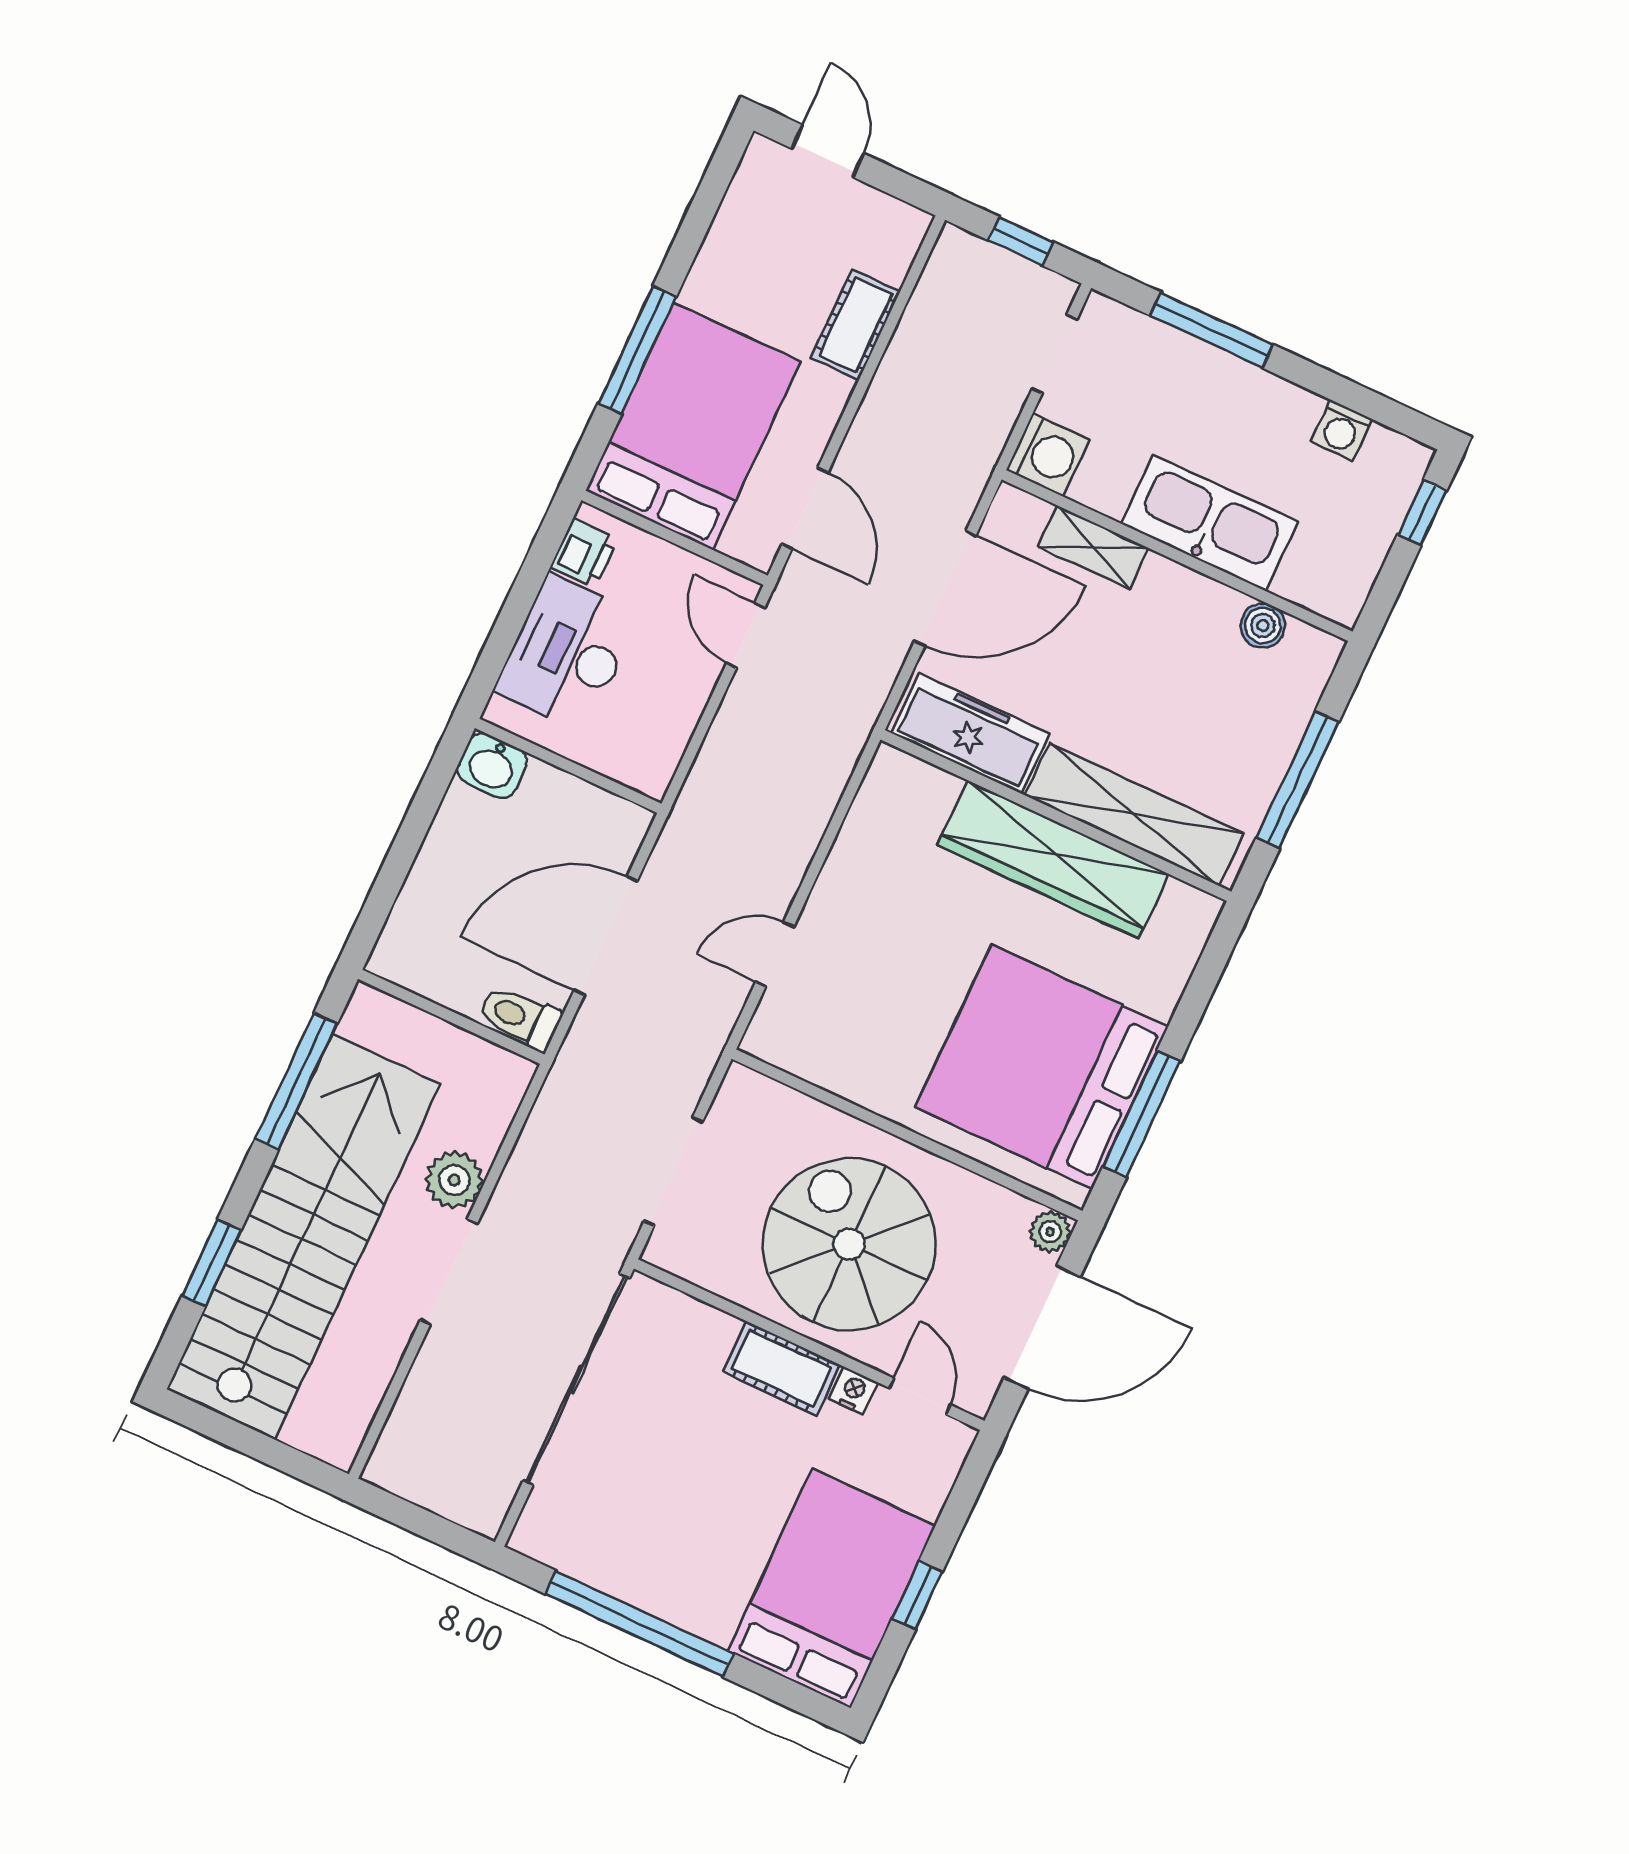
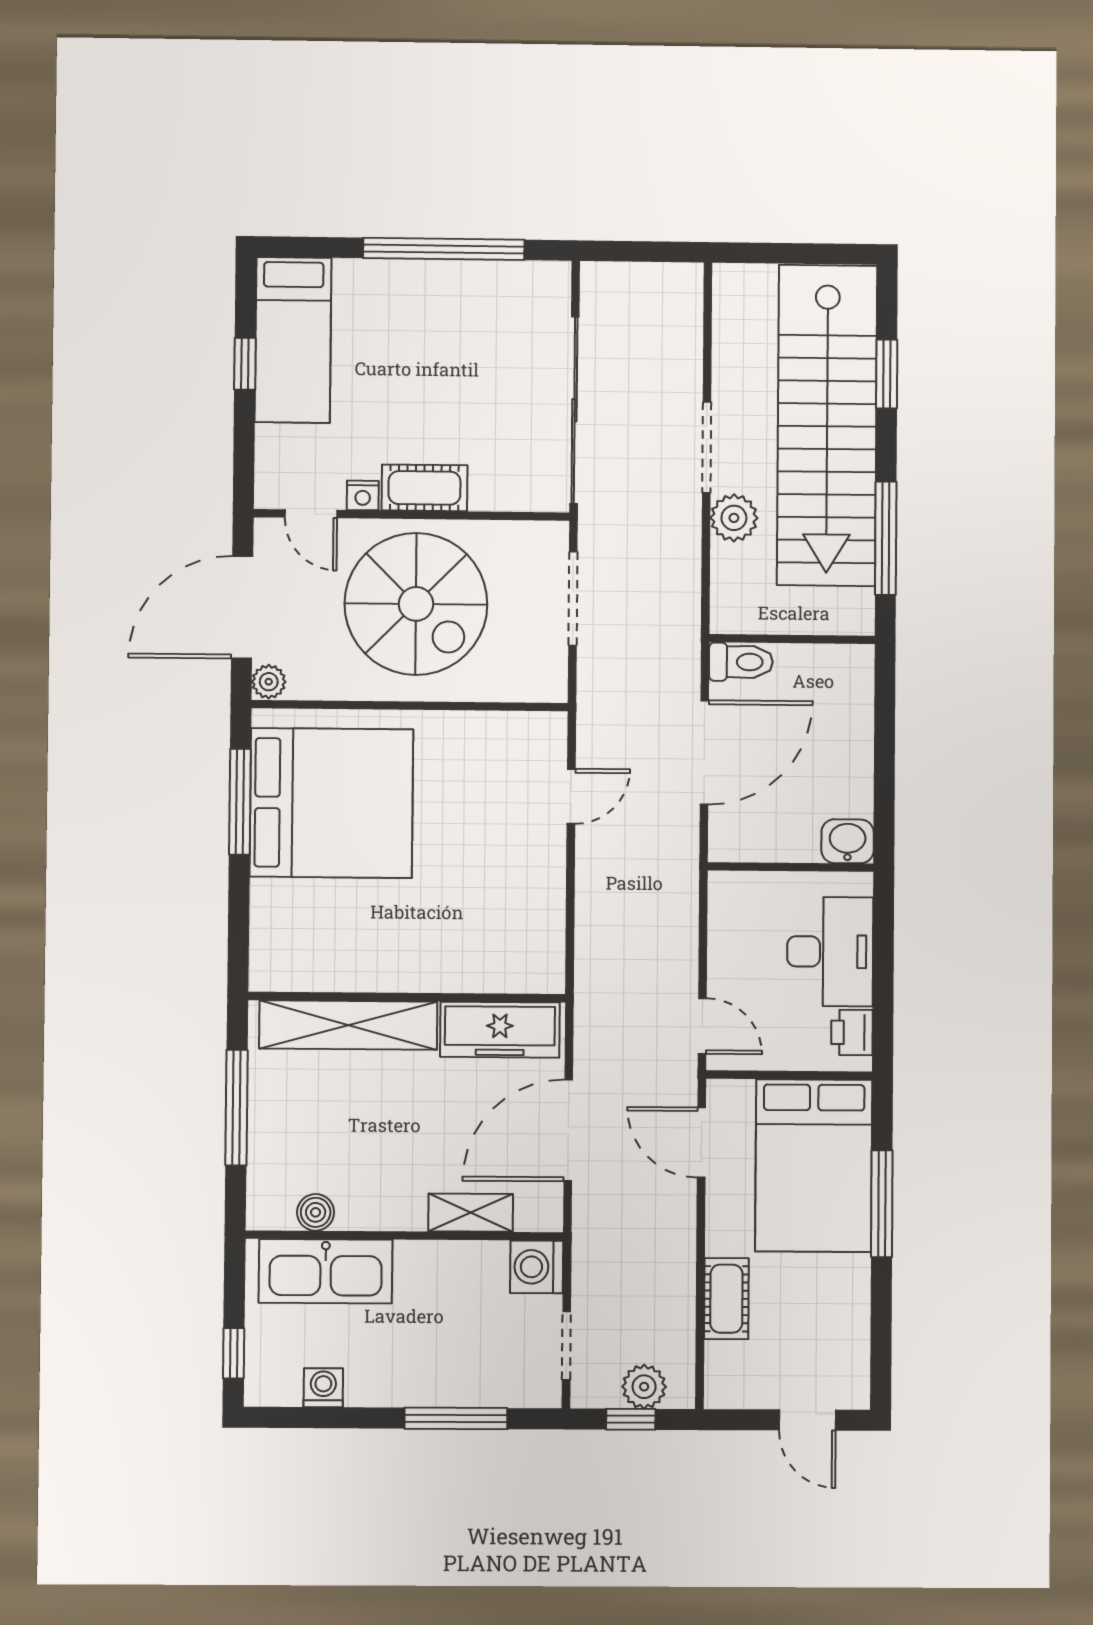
plant: (990, 270) -> (644, 1387), added
kitchen sink: (1209, 523) -> (326, 1271), moved
wardrobe: (1053, 860) -> (394, 963), removed
bed: (832, 1588) -> (293, 340), width x0.67

